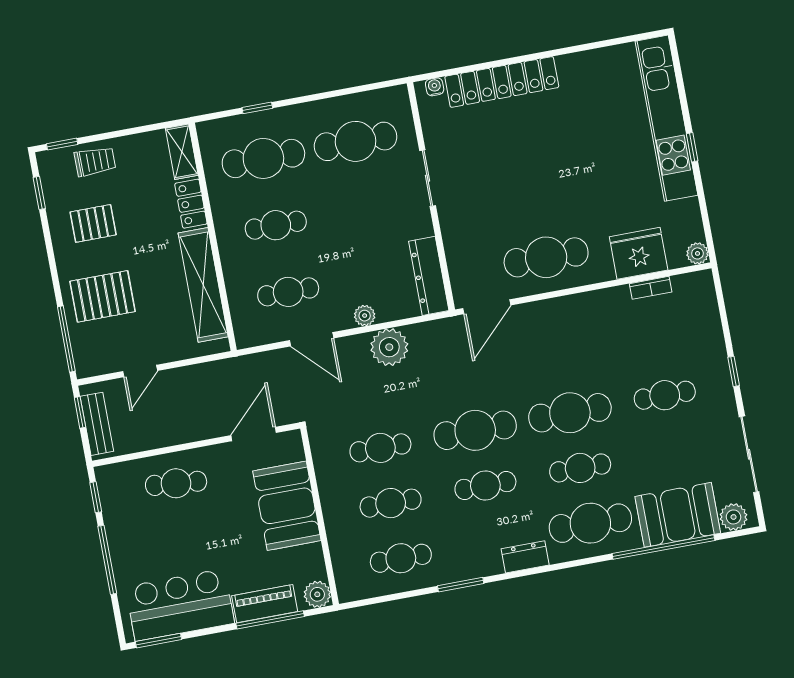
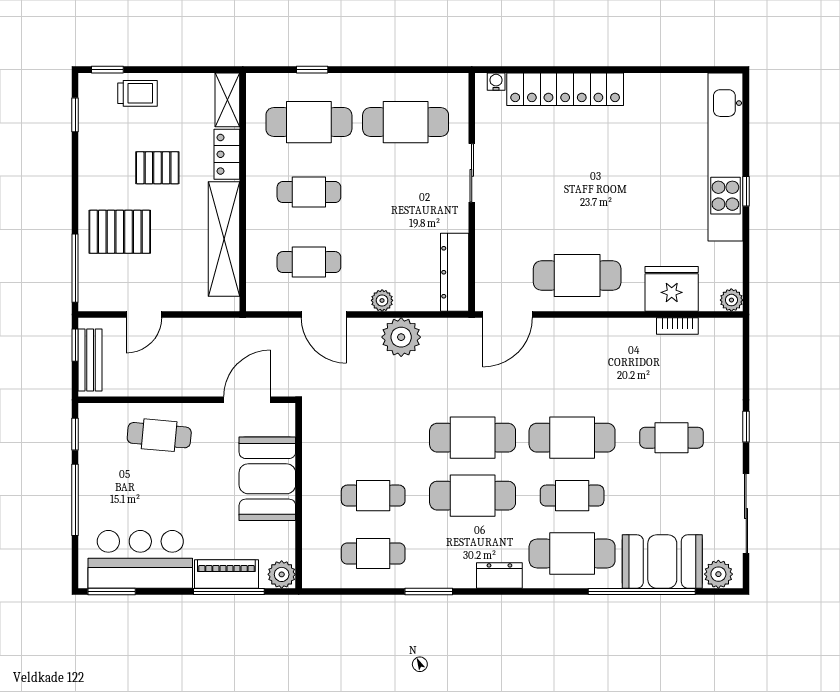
pallet: (93, 223) -> (157, 168), moved
cafe table: (380, 448) -> (373, 438), removed
cafe table: (485, 486) -> (473, 496), width x1.37, depth x1.35

